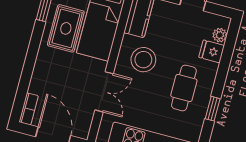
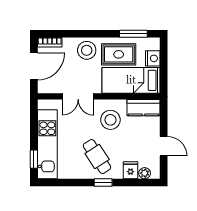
stool: (51, 66) -> (87, 50), added
cafe table: (184, 88) -> (97, 157), turned 57
window: (213, 109) -> (103, 183), moved

